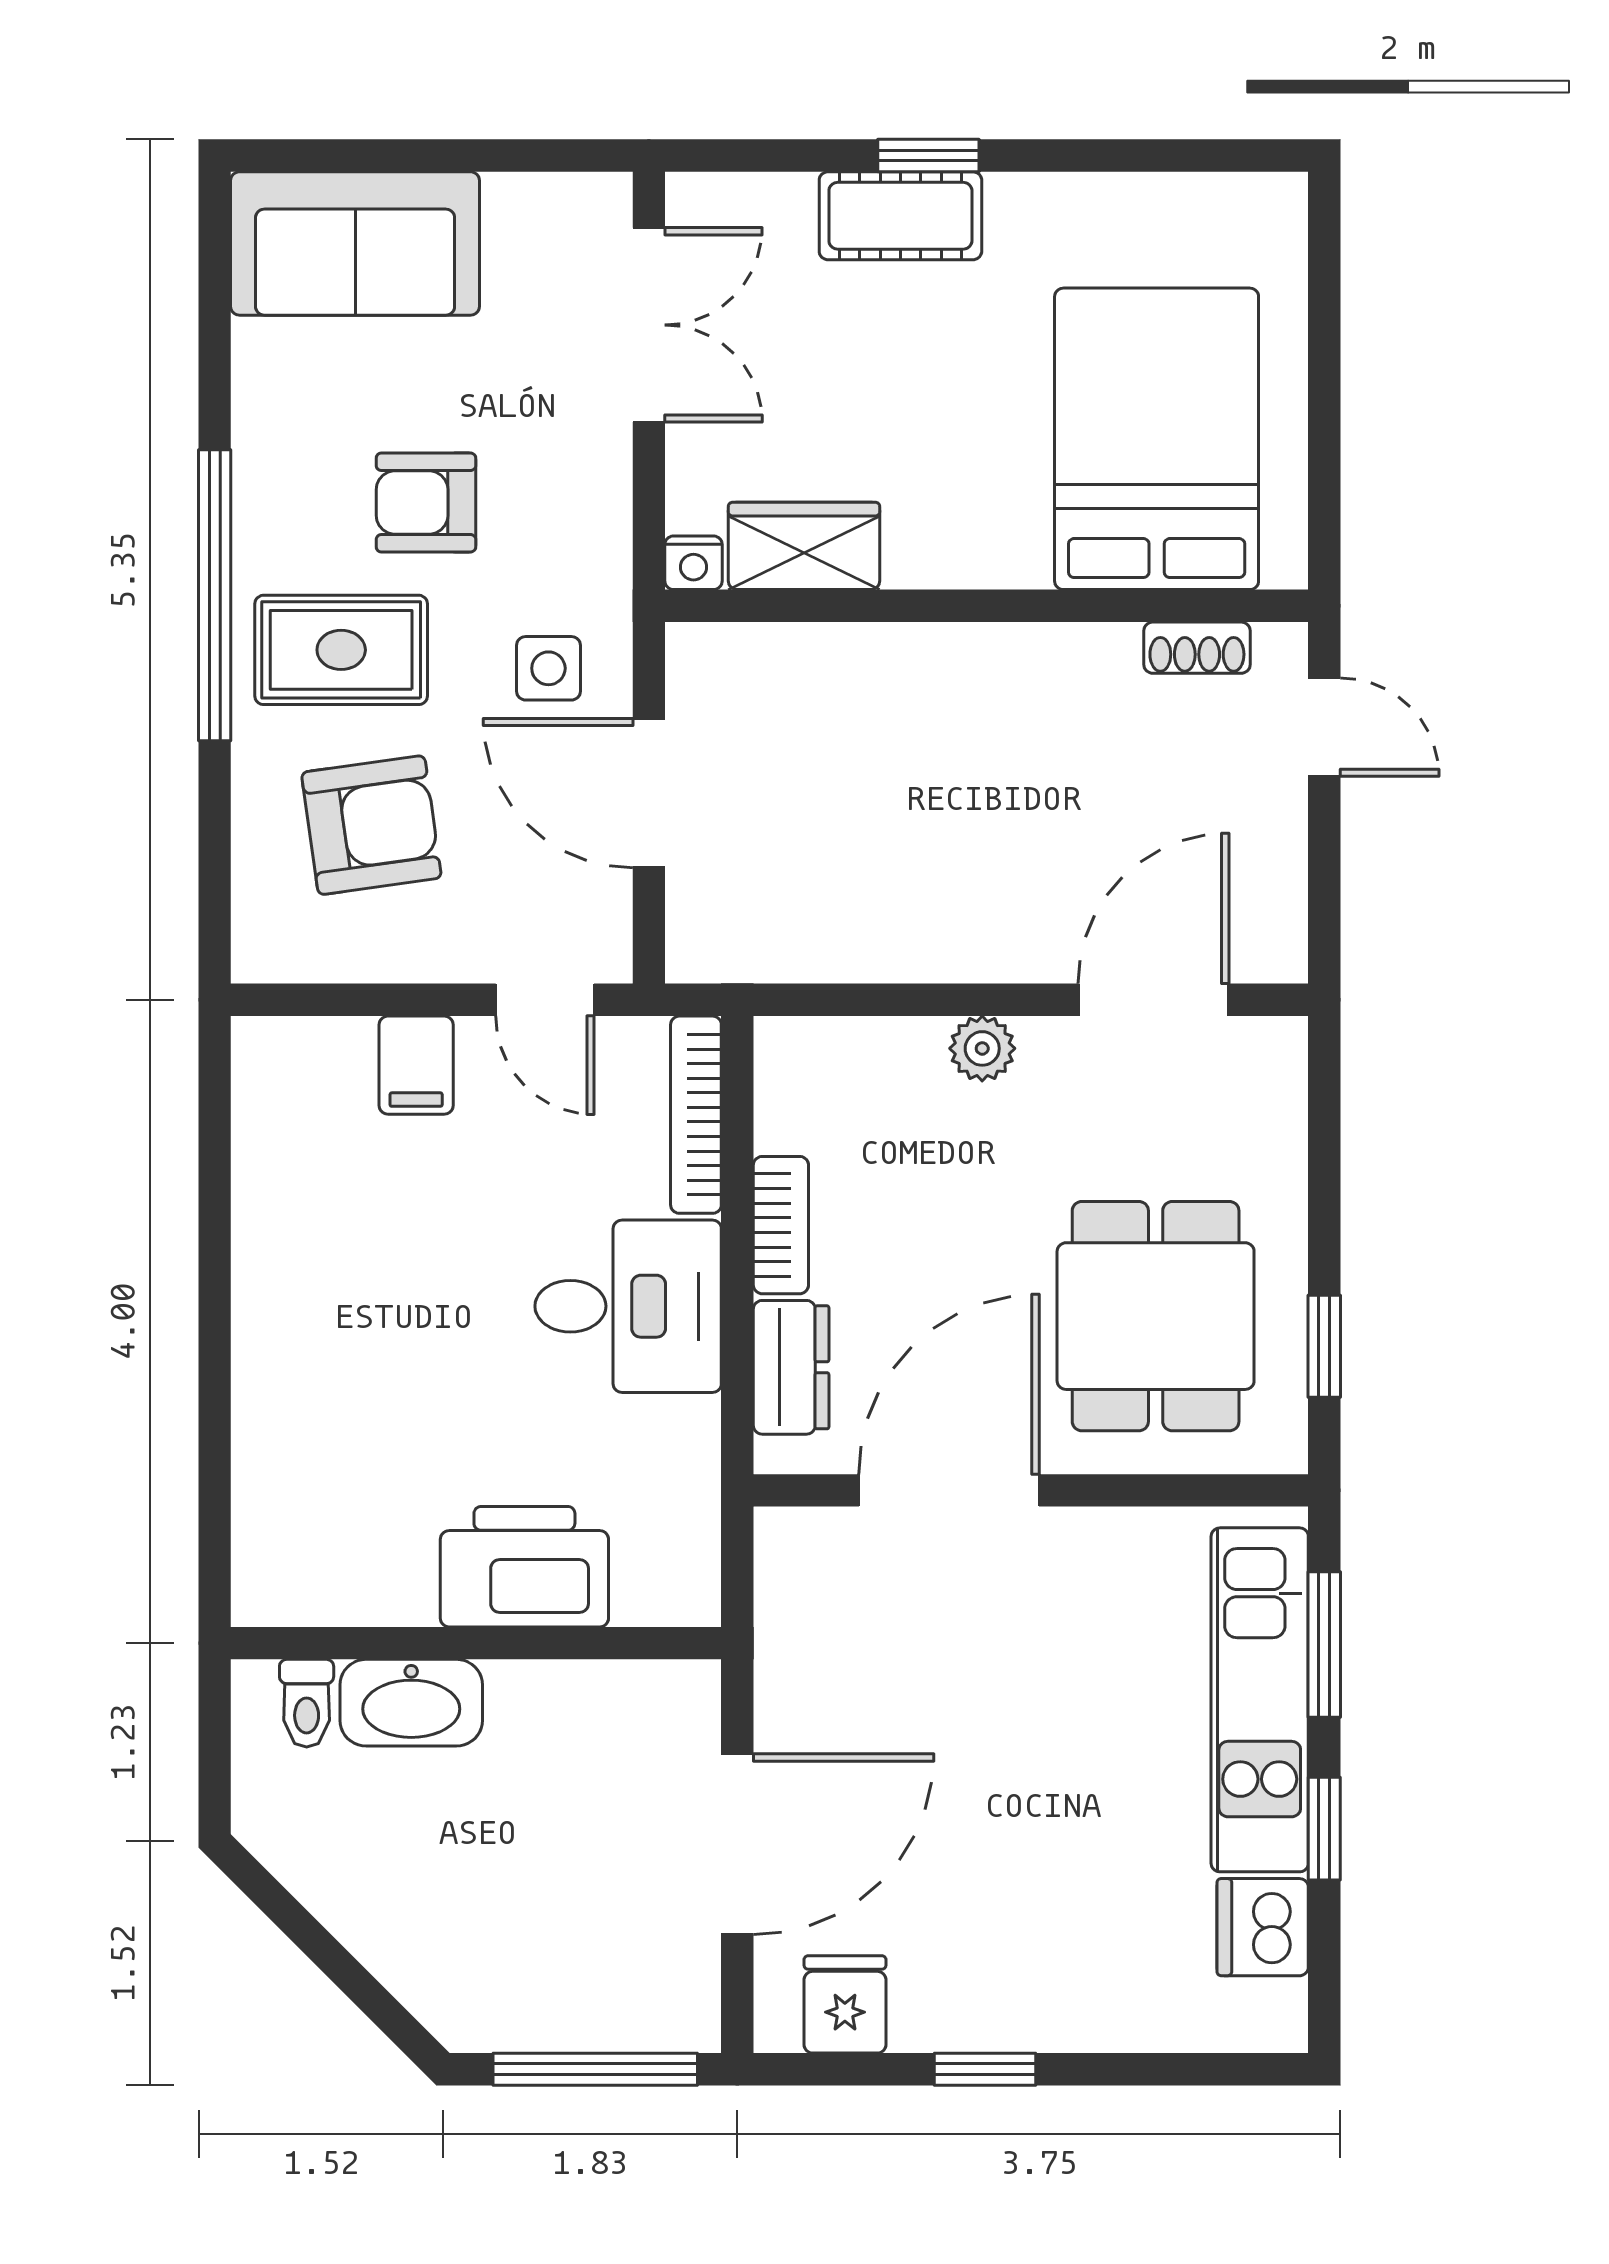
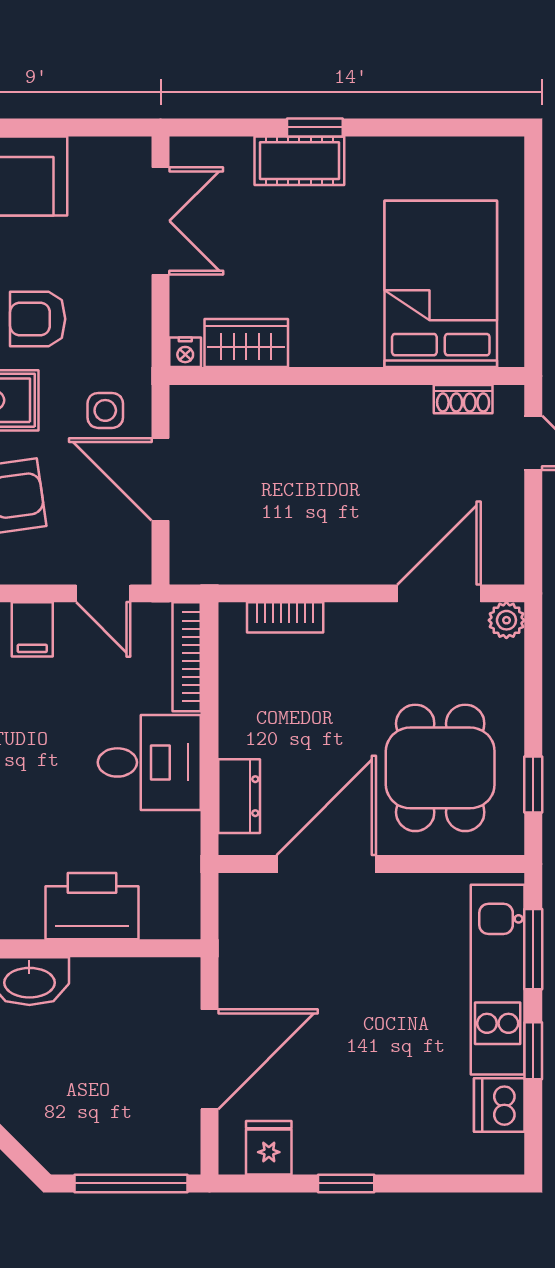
plant: (982, 1048) -> (506, 620), moved
bookcase: (781, 1225) -> (285, 617), moved, turned 90

